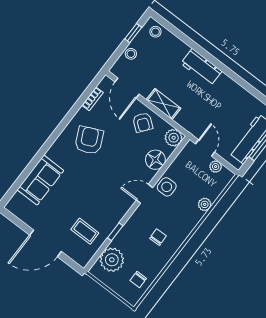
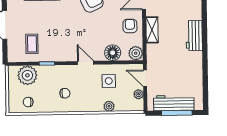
armchair: (143, 122) -> (130, 26), turned 142
door: (205, 148) -> (145, 78), swing flipped
side table: (167, 187) -> (109, 81), moved

